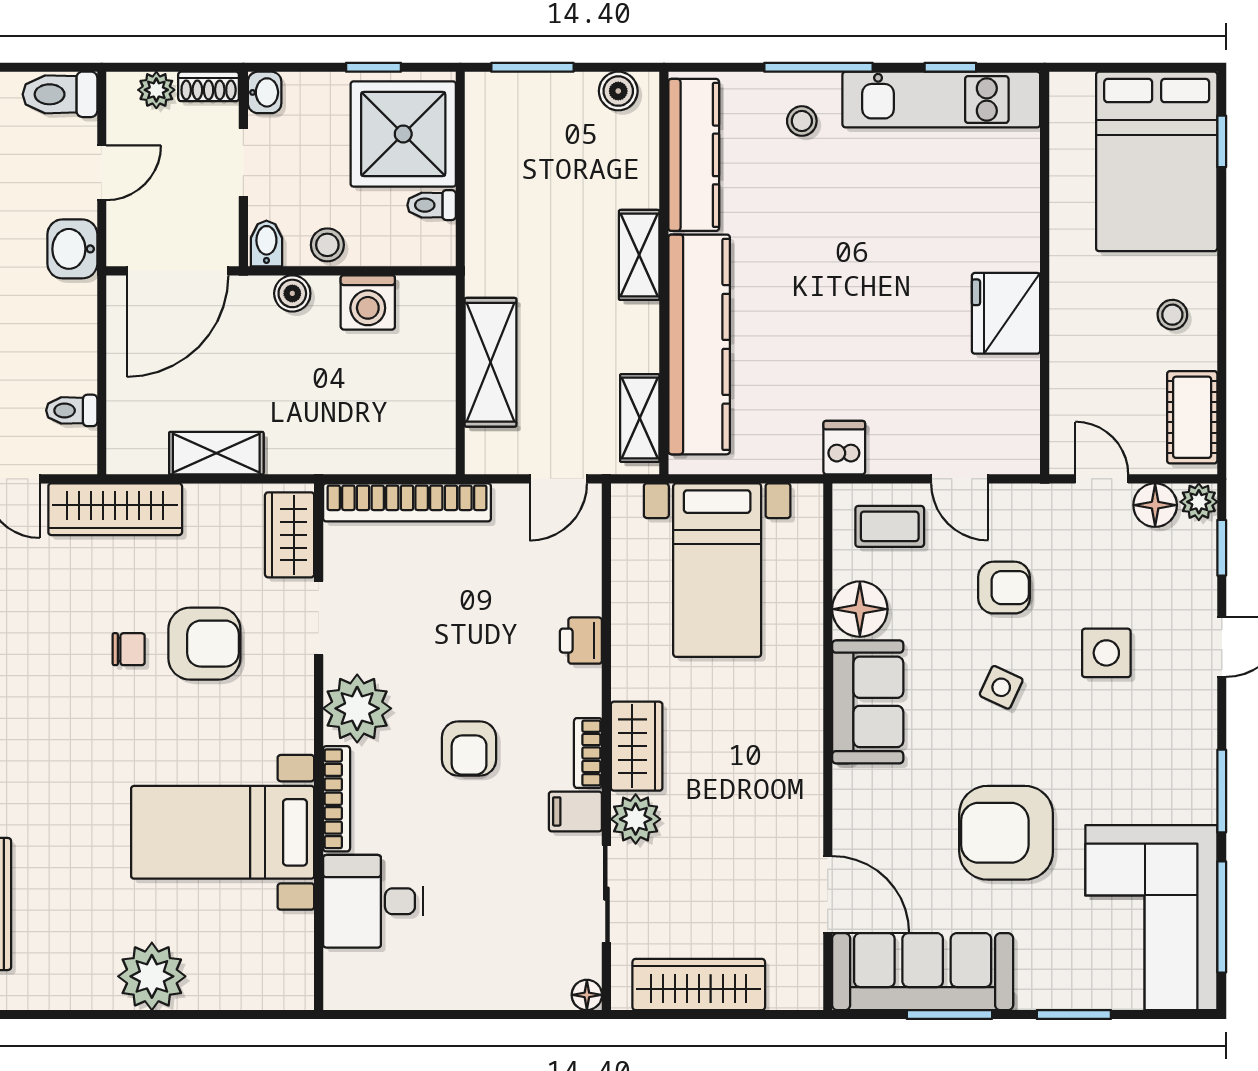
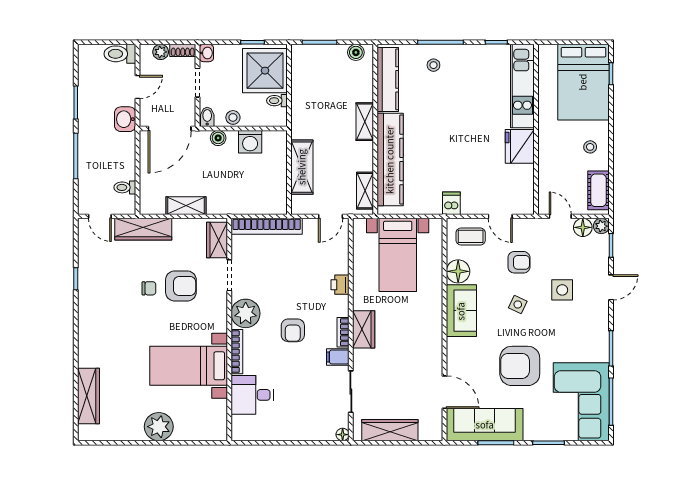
kitchen unit: (941, 100) -> (522, 86), moved, turned 90
plant: (636, 819) -> (363, 360), removed

